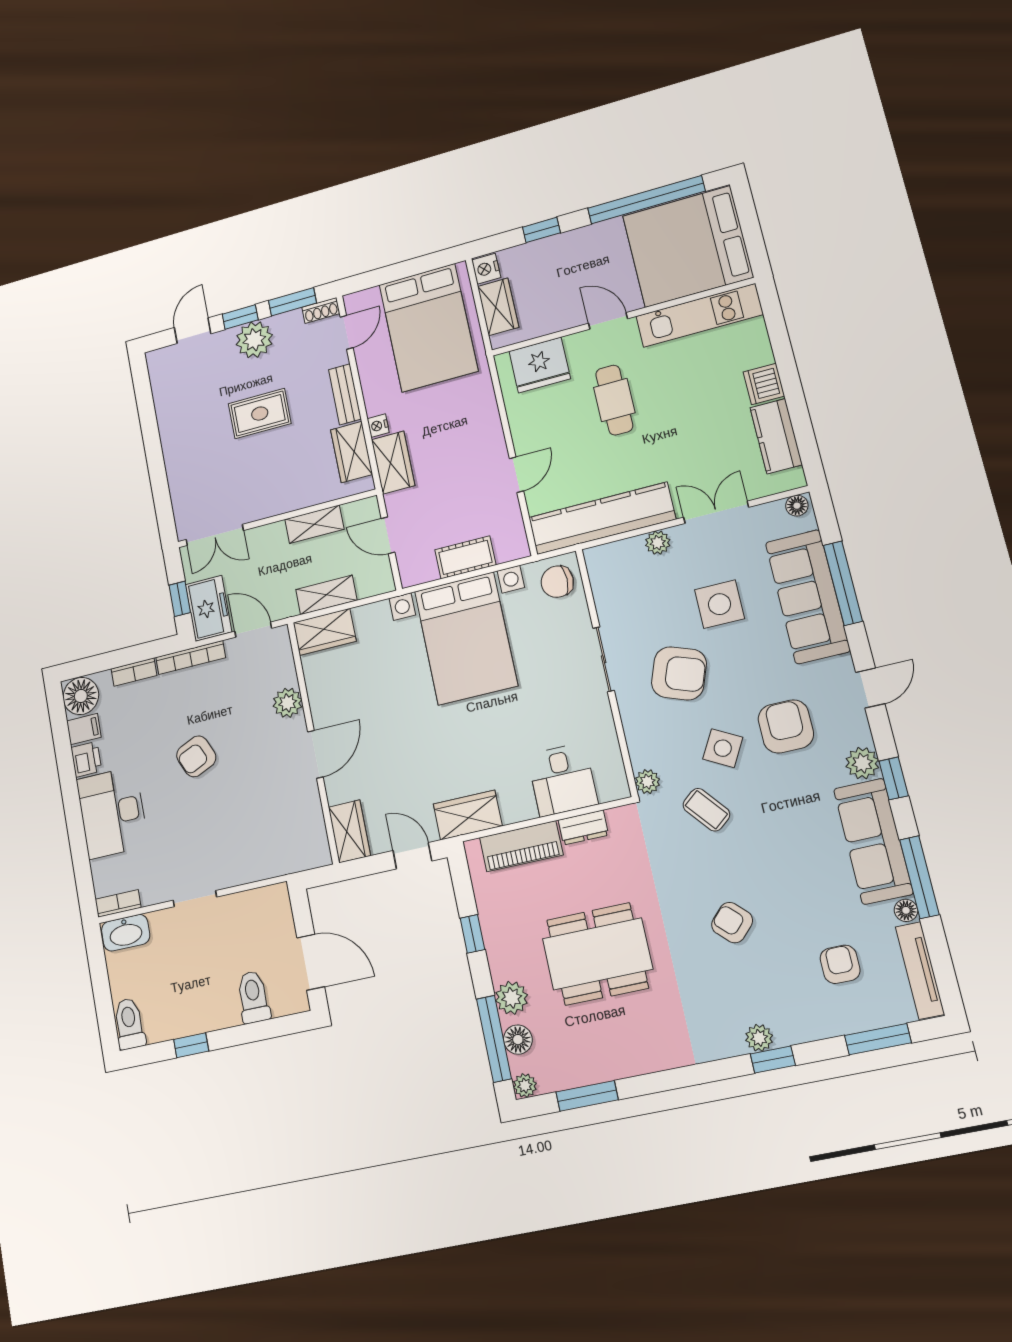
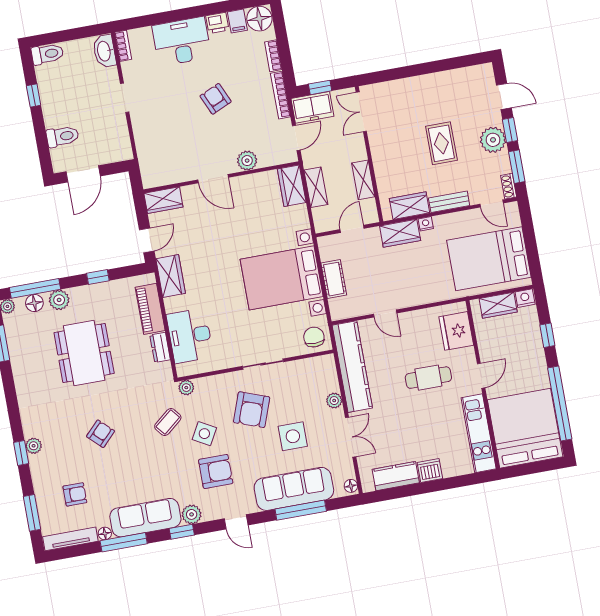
desk: (562, 780) -> (190, 336), width x1.37

